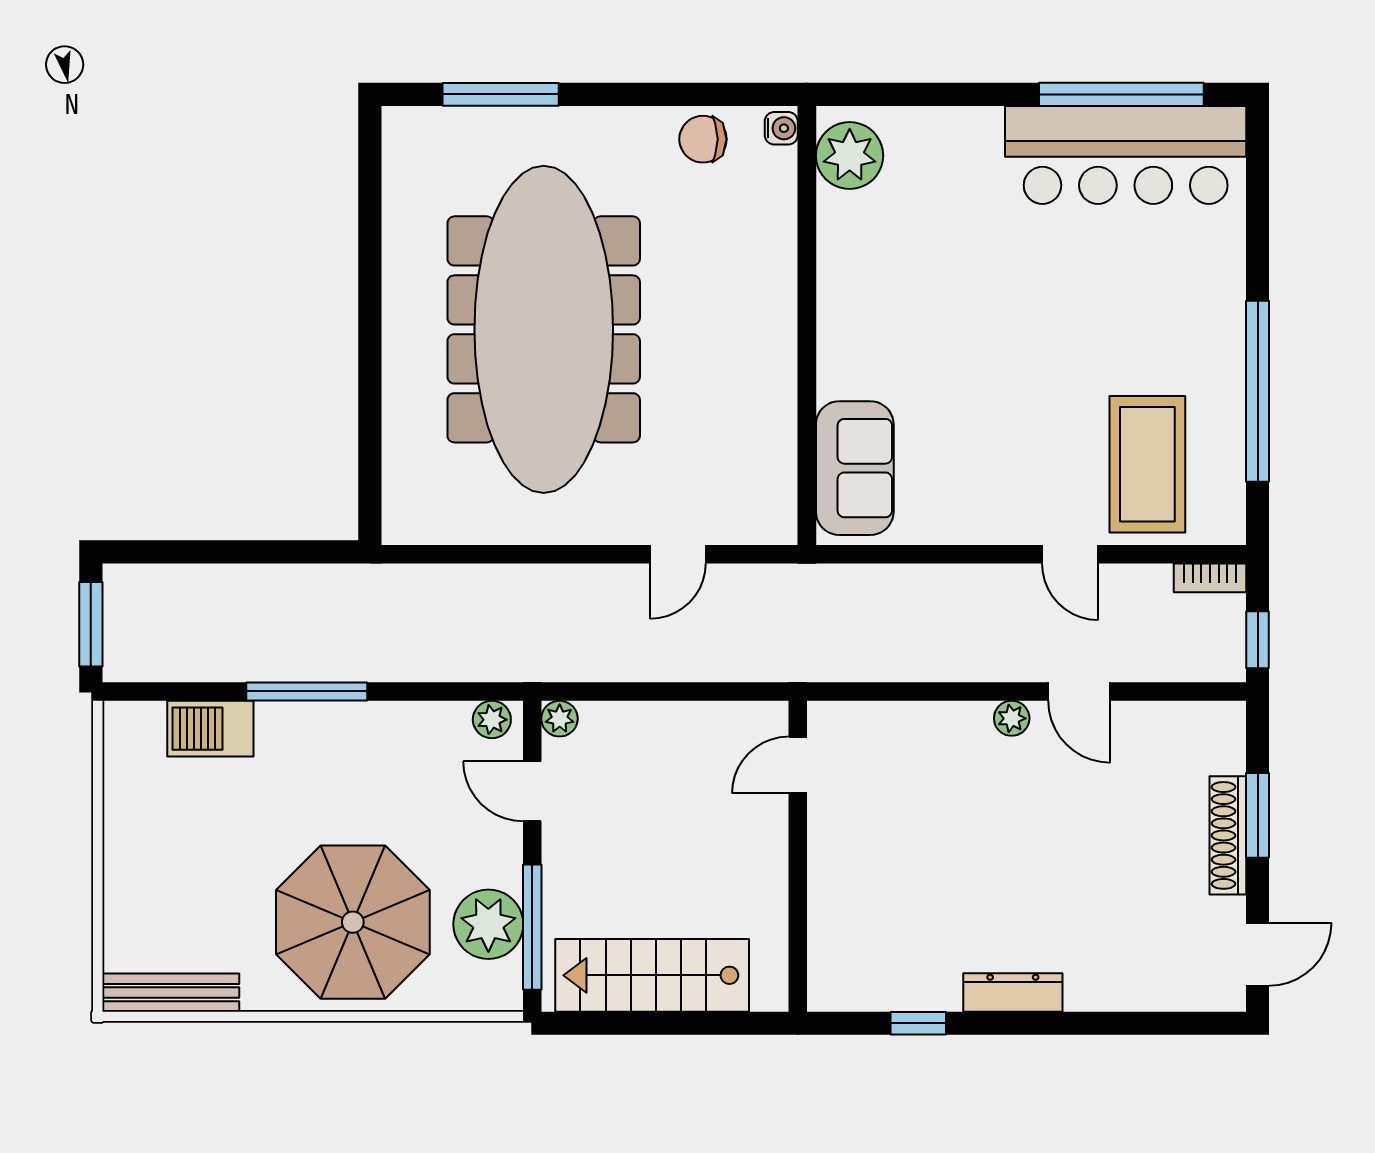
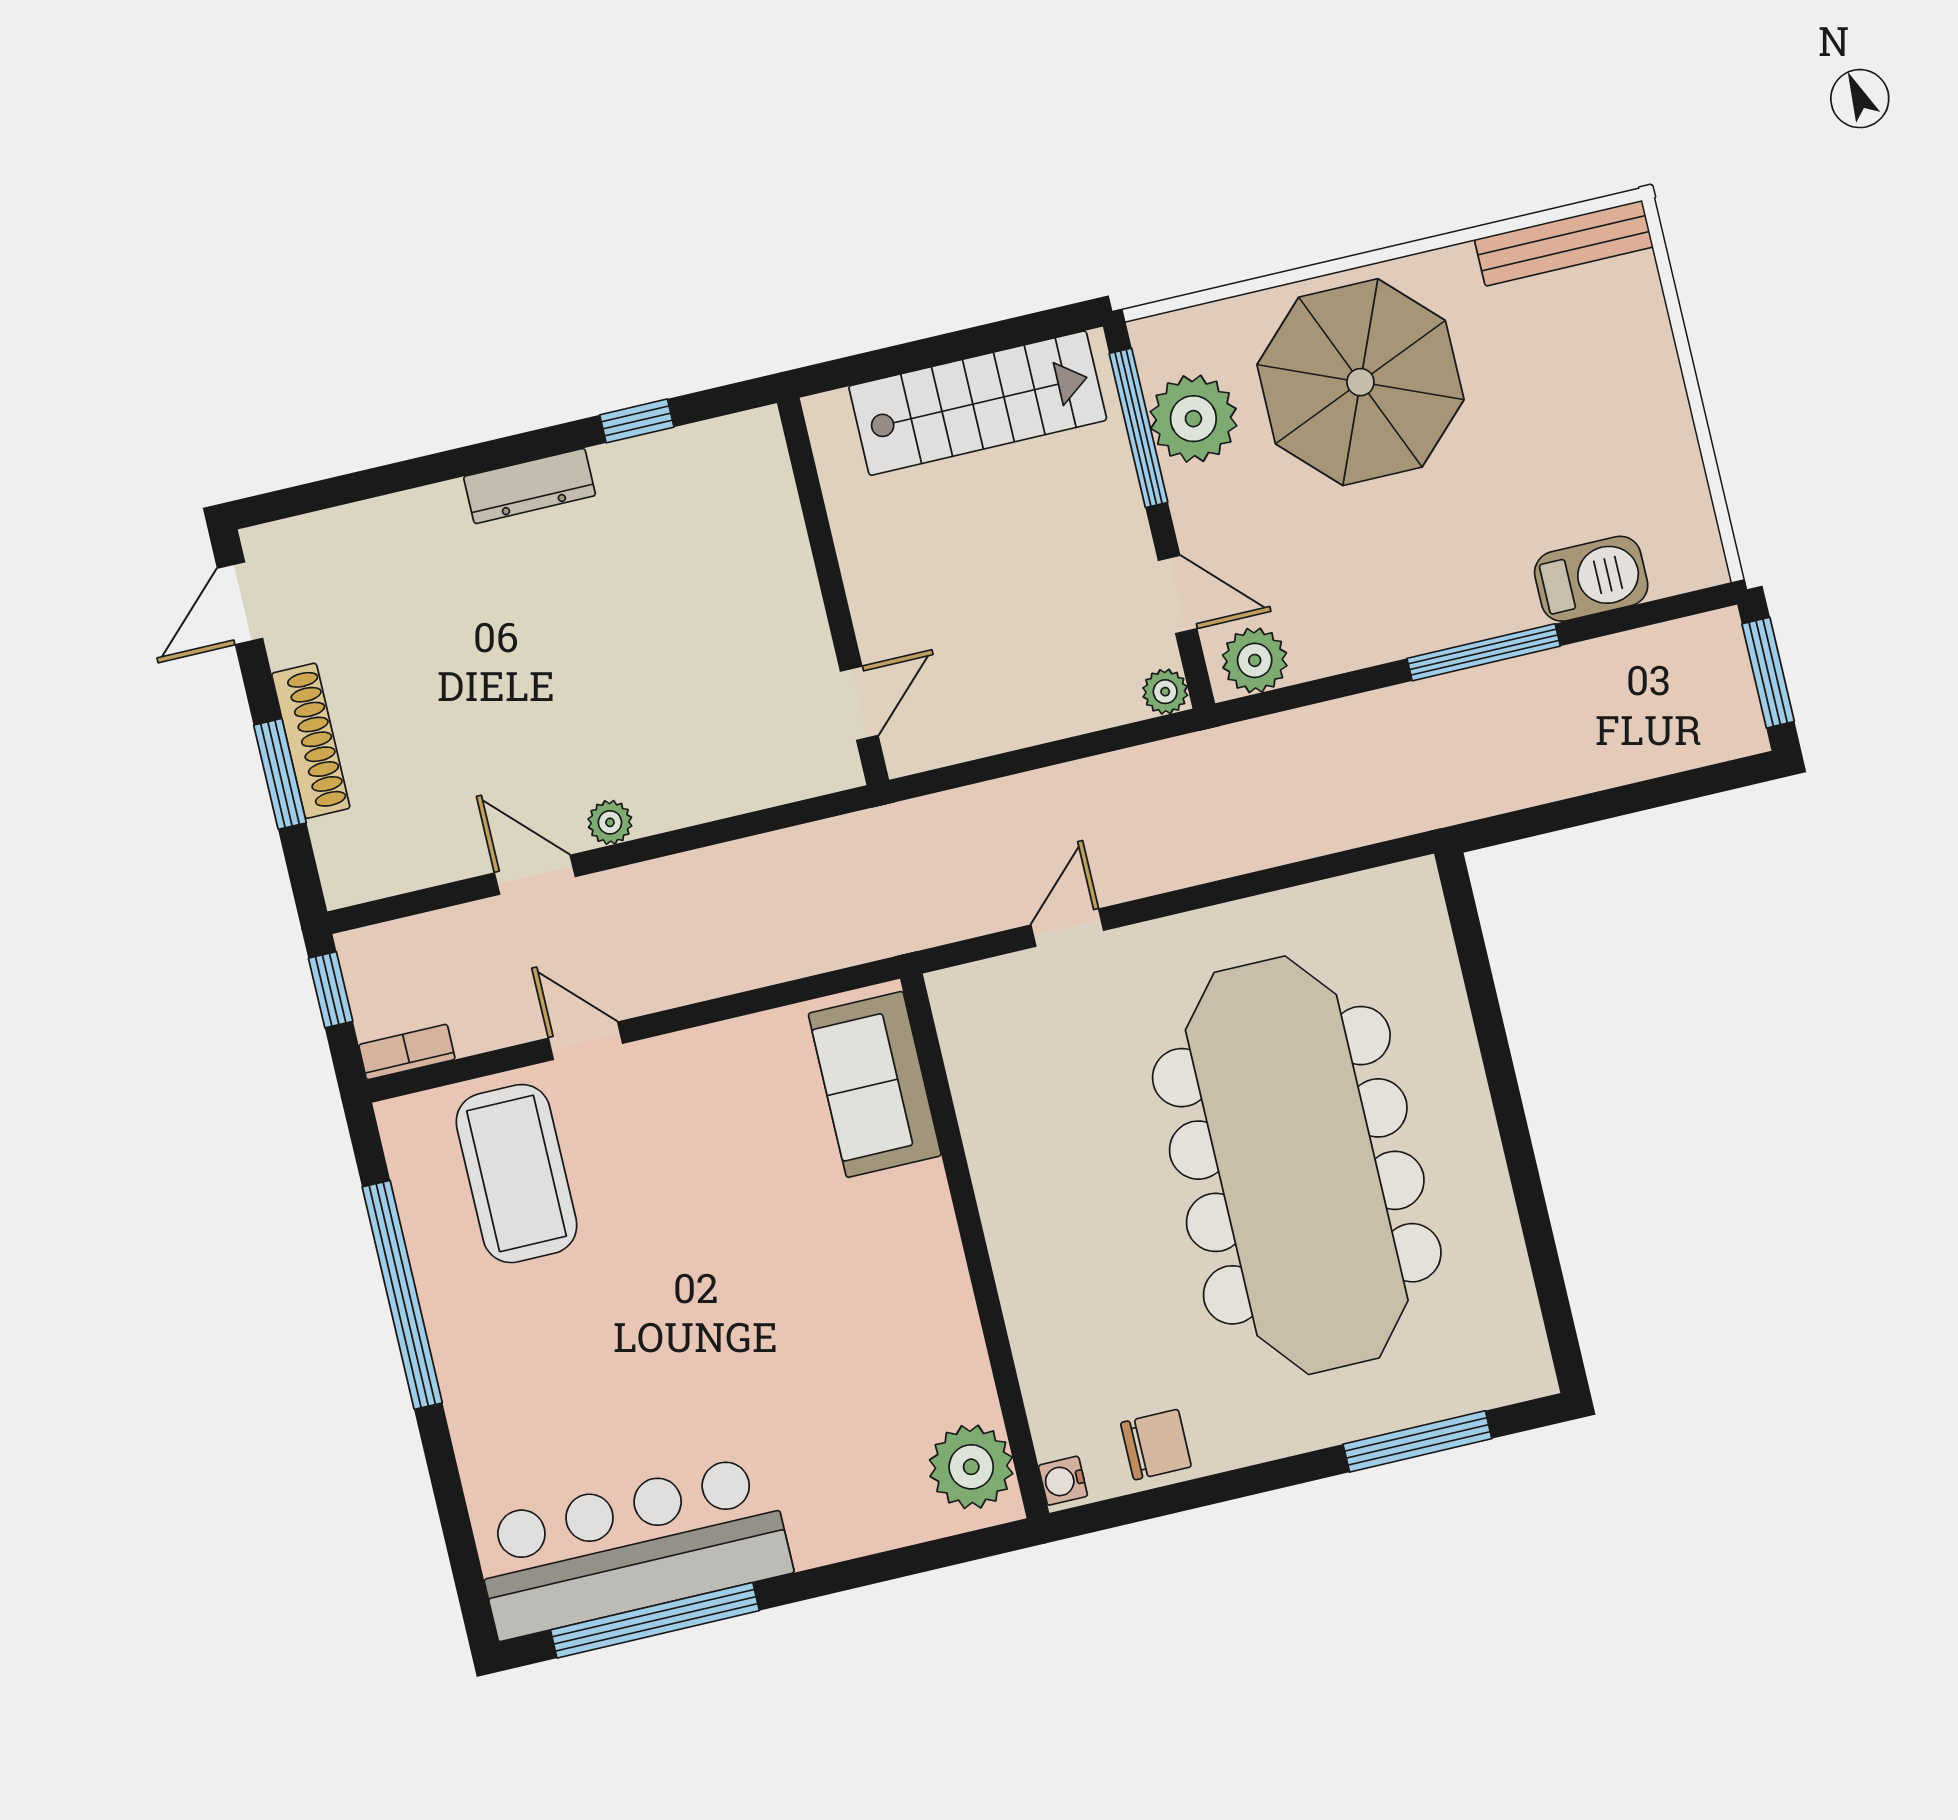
plant: (492, 720) -> (1255, 660), width x1.38, depth x1.38

